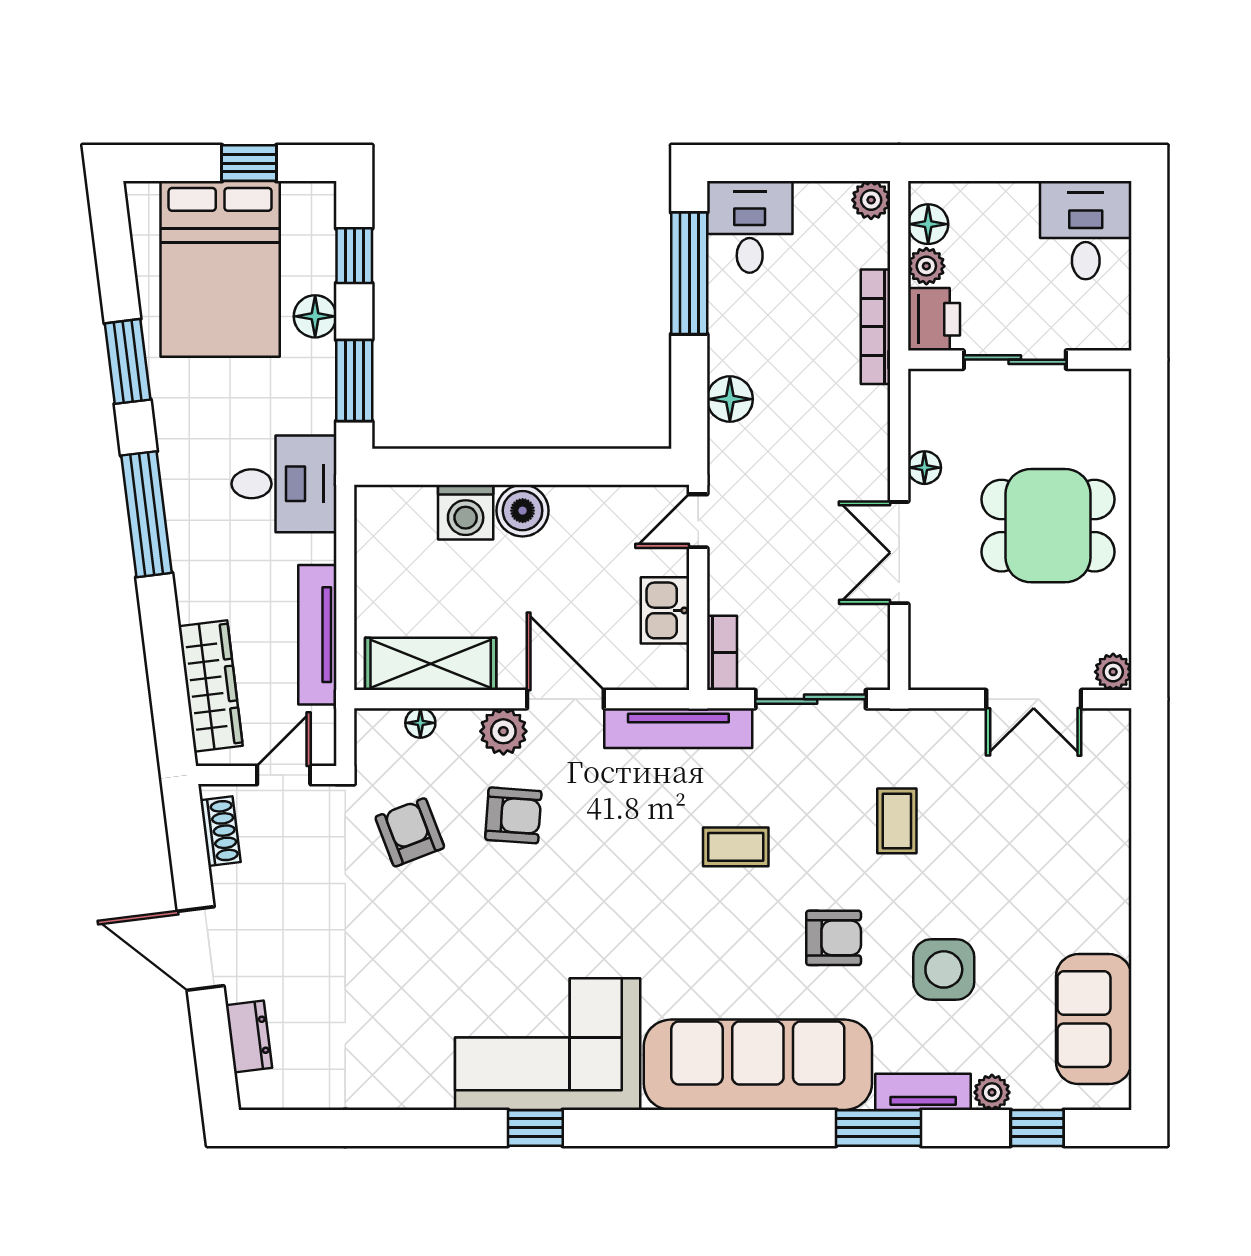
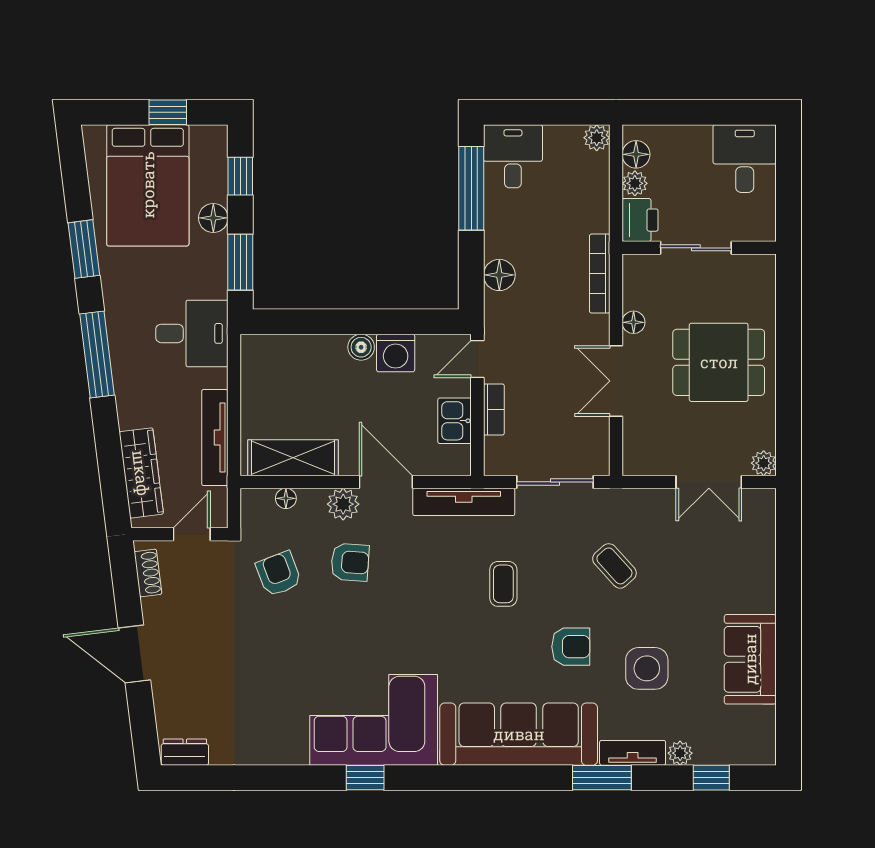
bookcase: (875, 327) -> (600, 274), moved
boiler: (523, 511) -> (361, 347), width x0.73, depth x0.73
washing machine: (466, 512) -> (396, 353), moved
bookcase: (722, 653) -> (494, 410), moved
coffee table: (897, 821) -> (614, 566), turned -42
coffee table: (736, 847) -> (503, 584), turned 90
sofa: (1094, 1019) -> (750, 659), moved
dresser: (249, 1037) -> (185, 752), moved, turned -83

